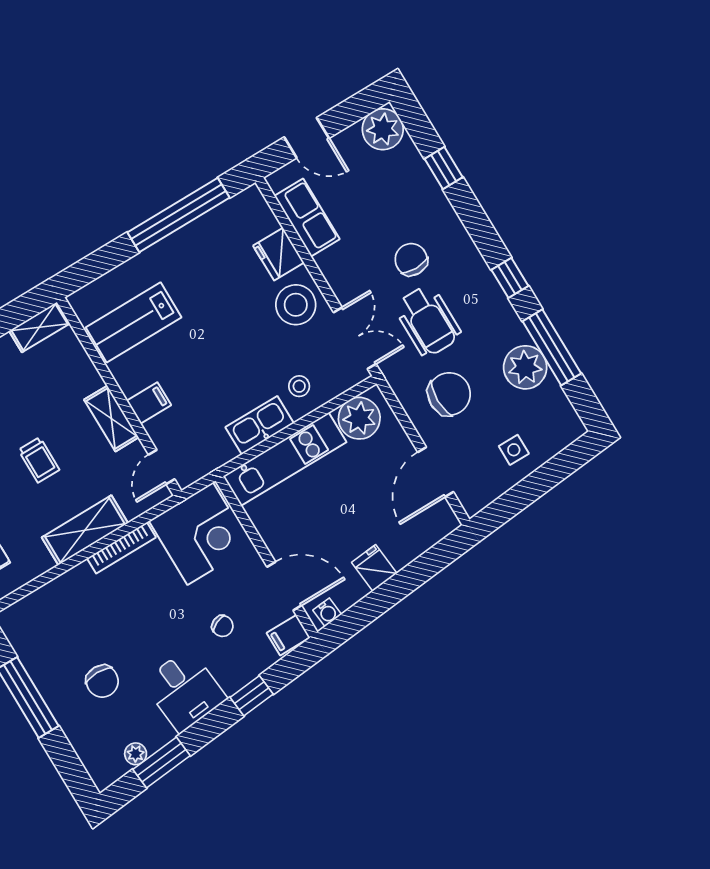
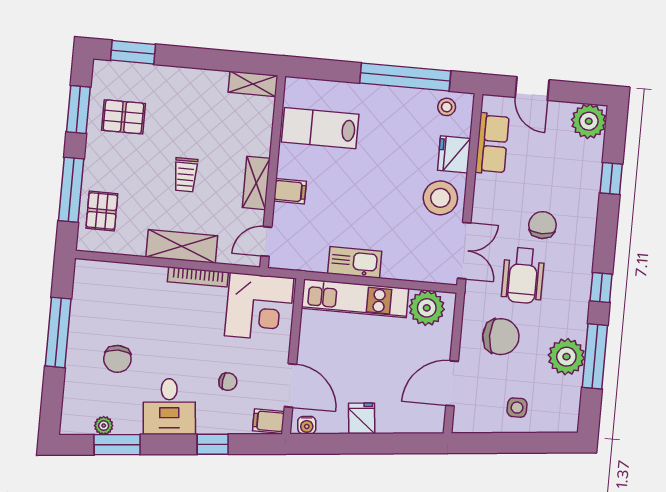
stool: (299, 386) -> (447, 107), moved
chair: (222, 626) -> (228, 382), turned -59

